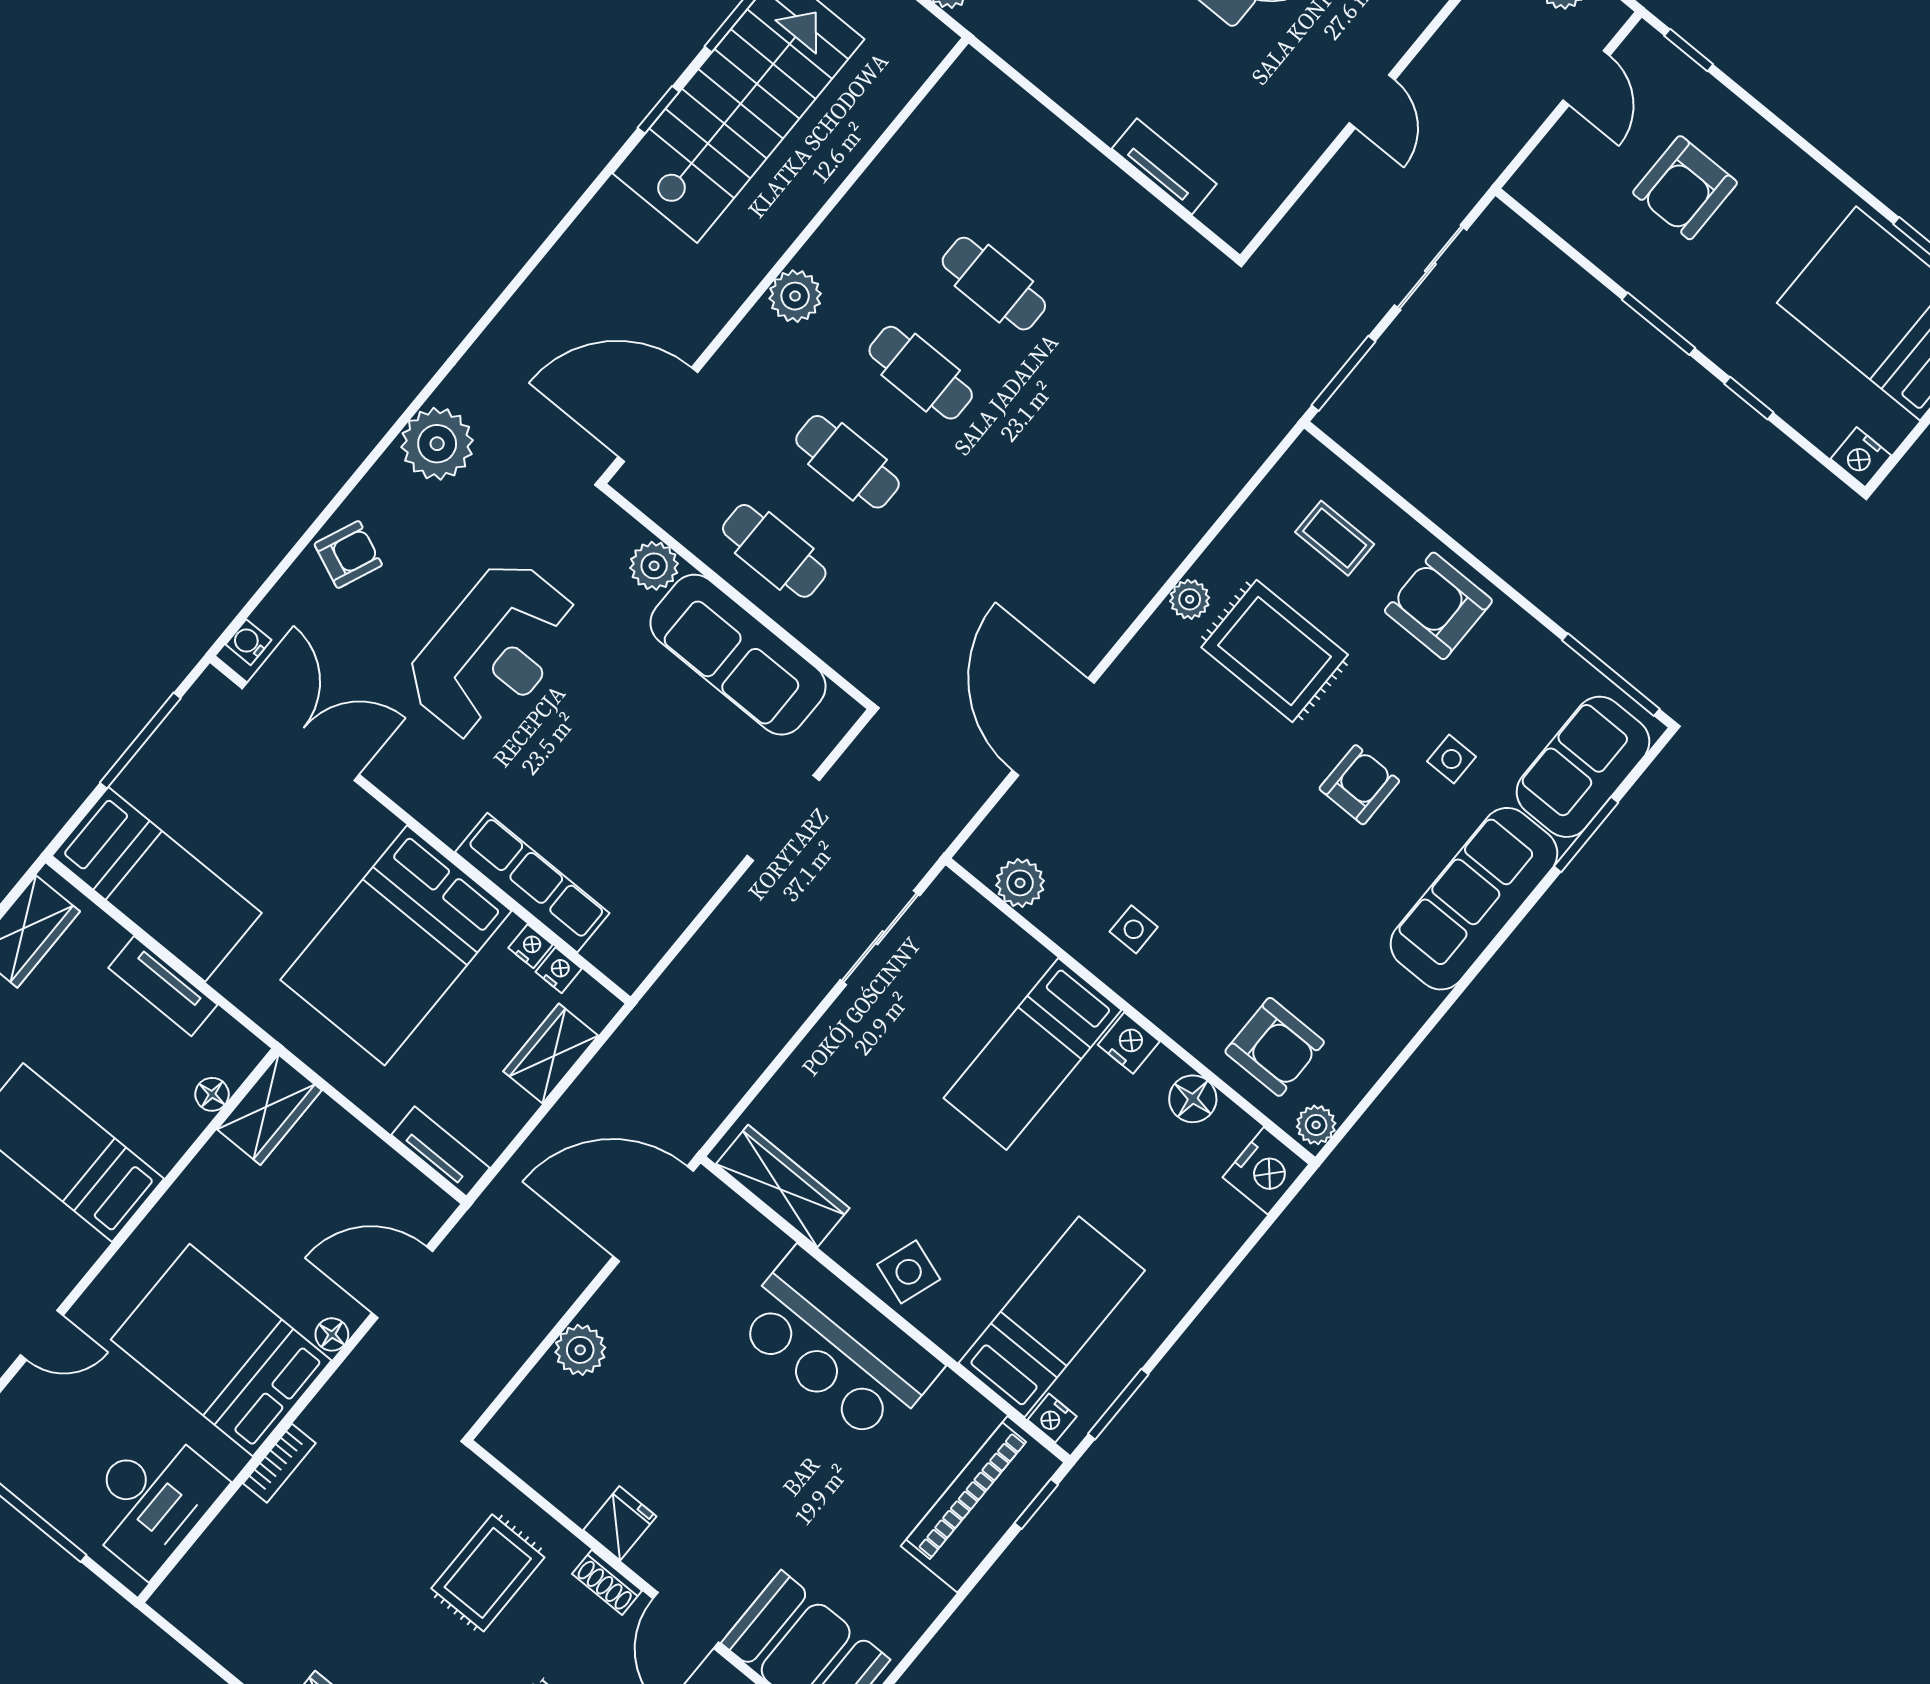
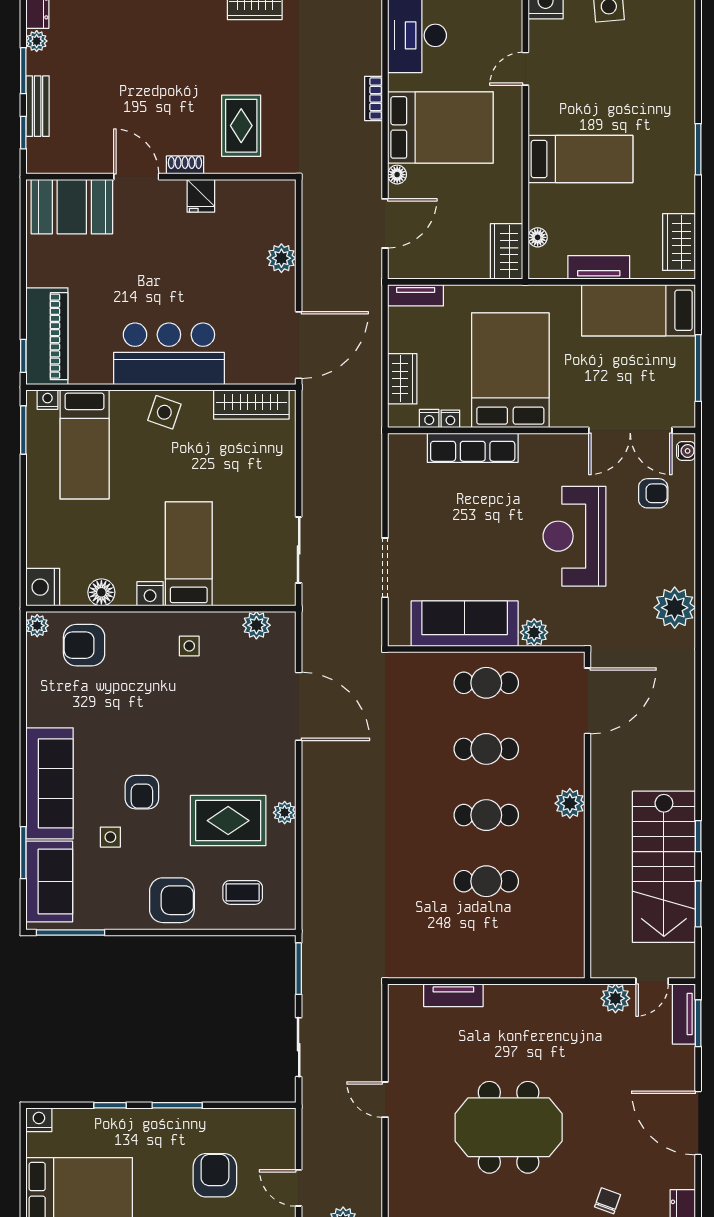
armchair: (348, 554) -> (653, 493), moved, turned -113

